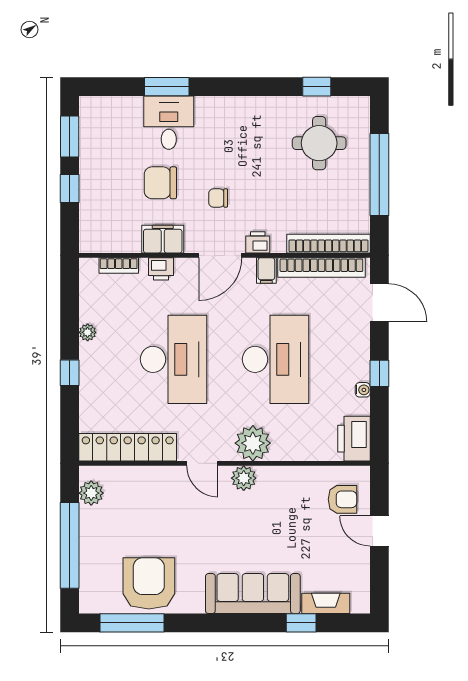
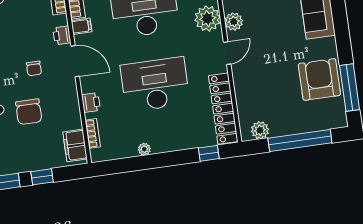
filing cabinet: (163, 239) -> (75, 145), moved
window: (70, 373) -> (209, 153), moved
armchair: (149, 583) -> (319, 79), turned 90

